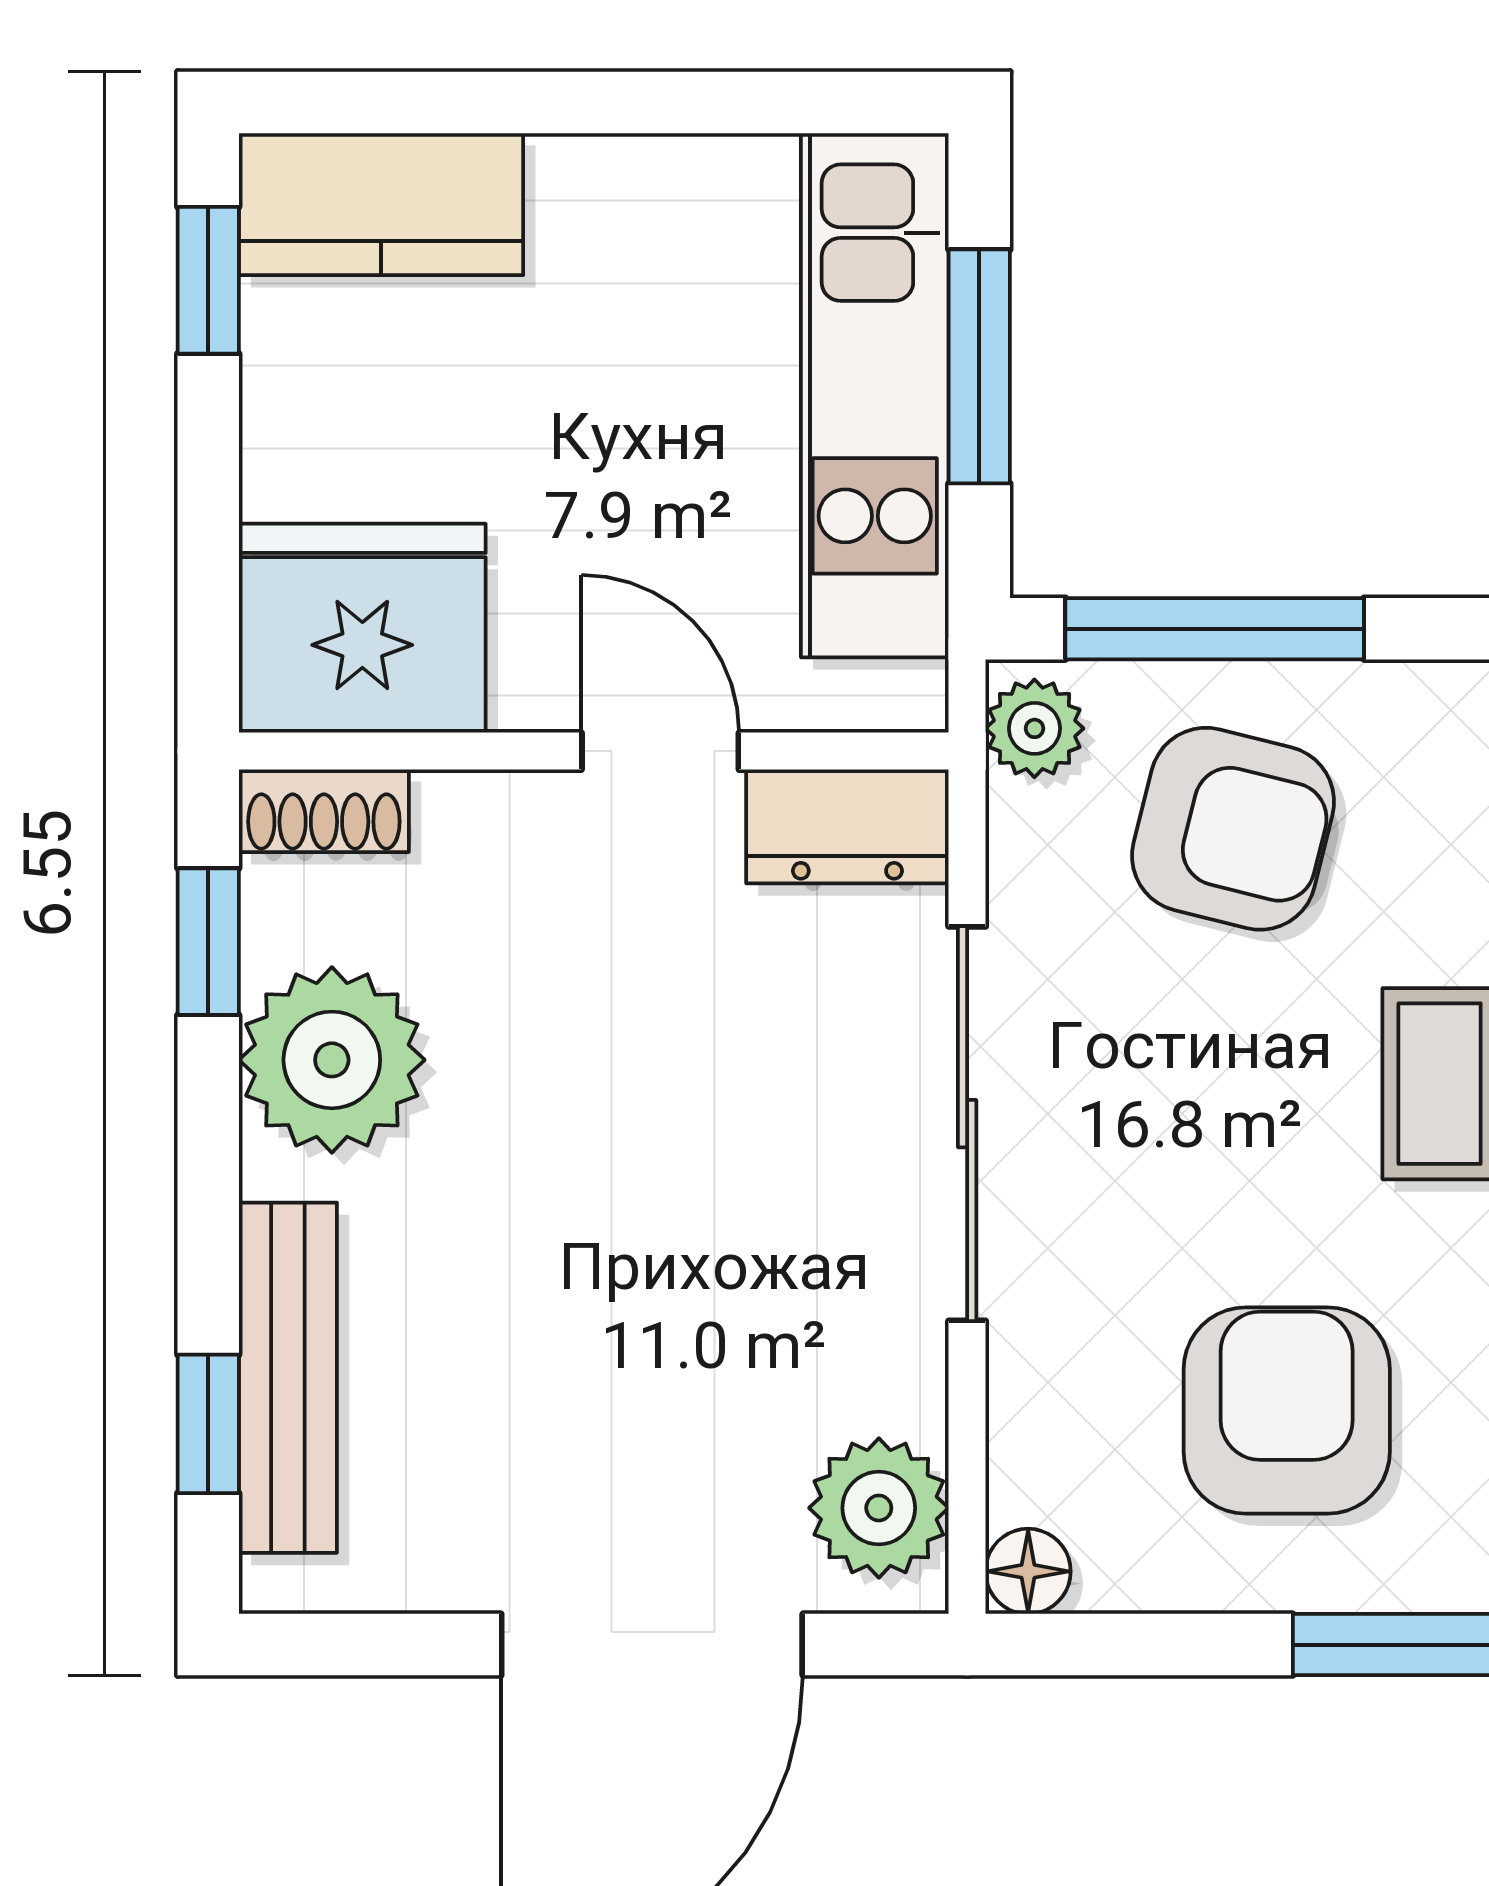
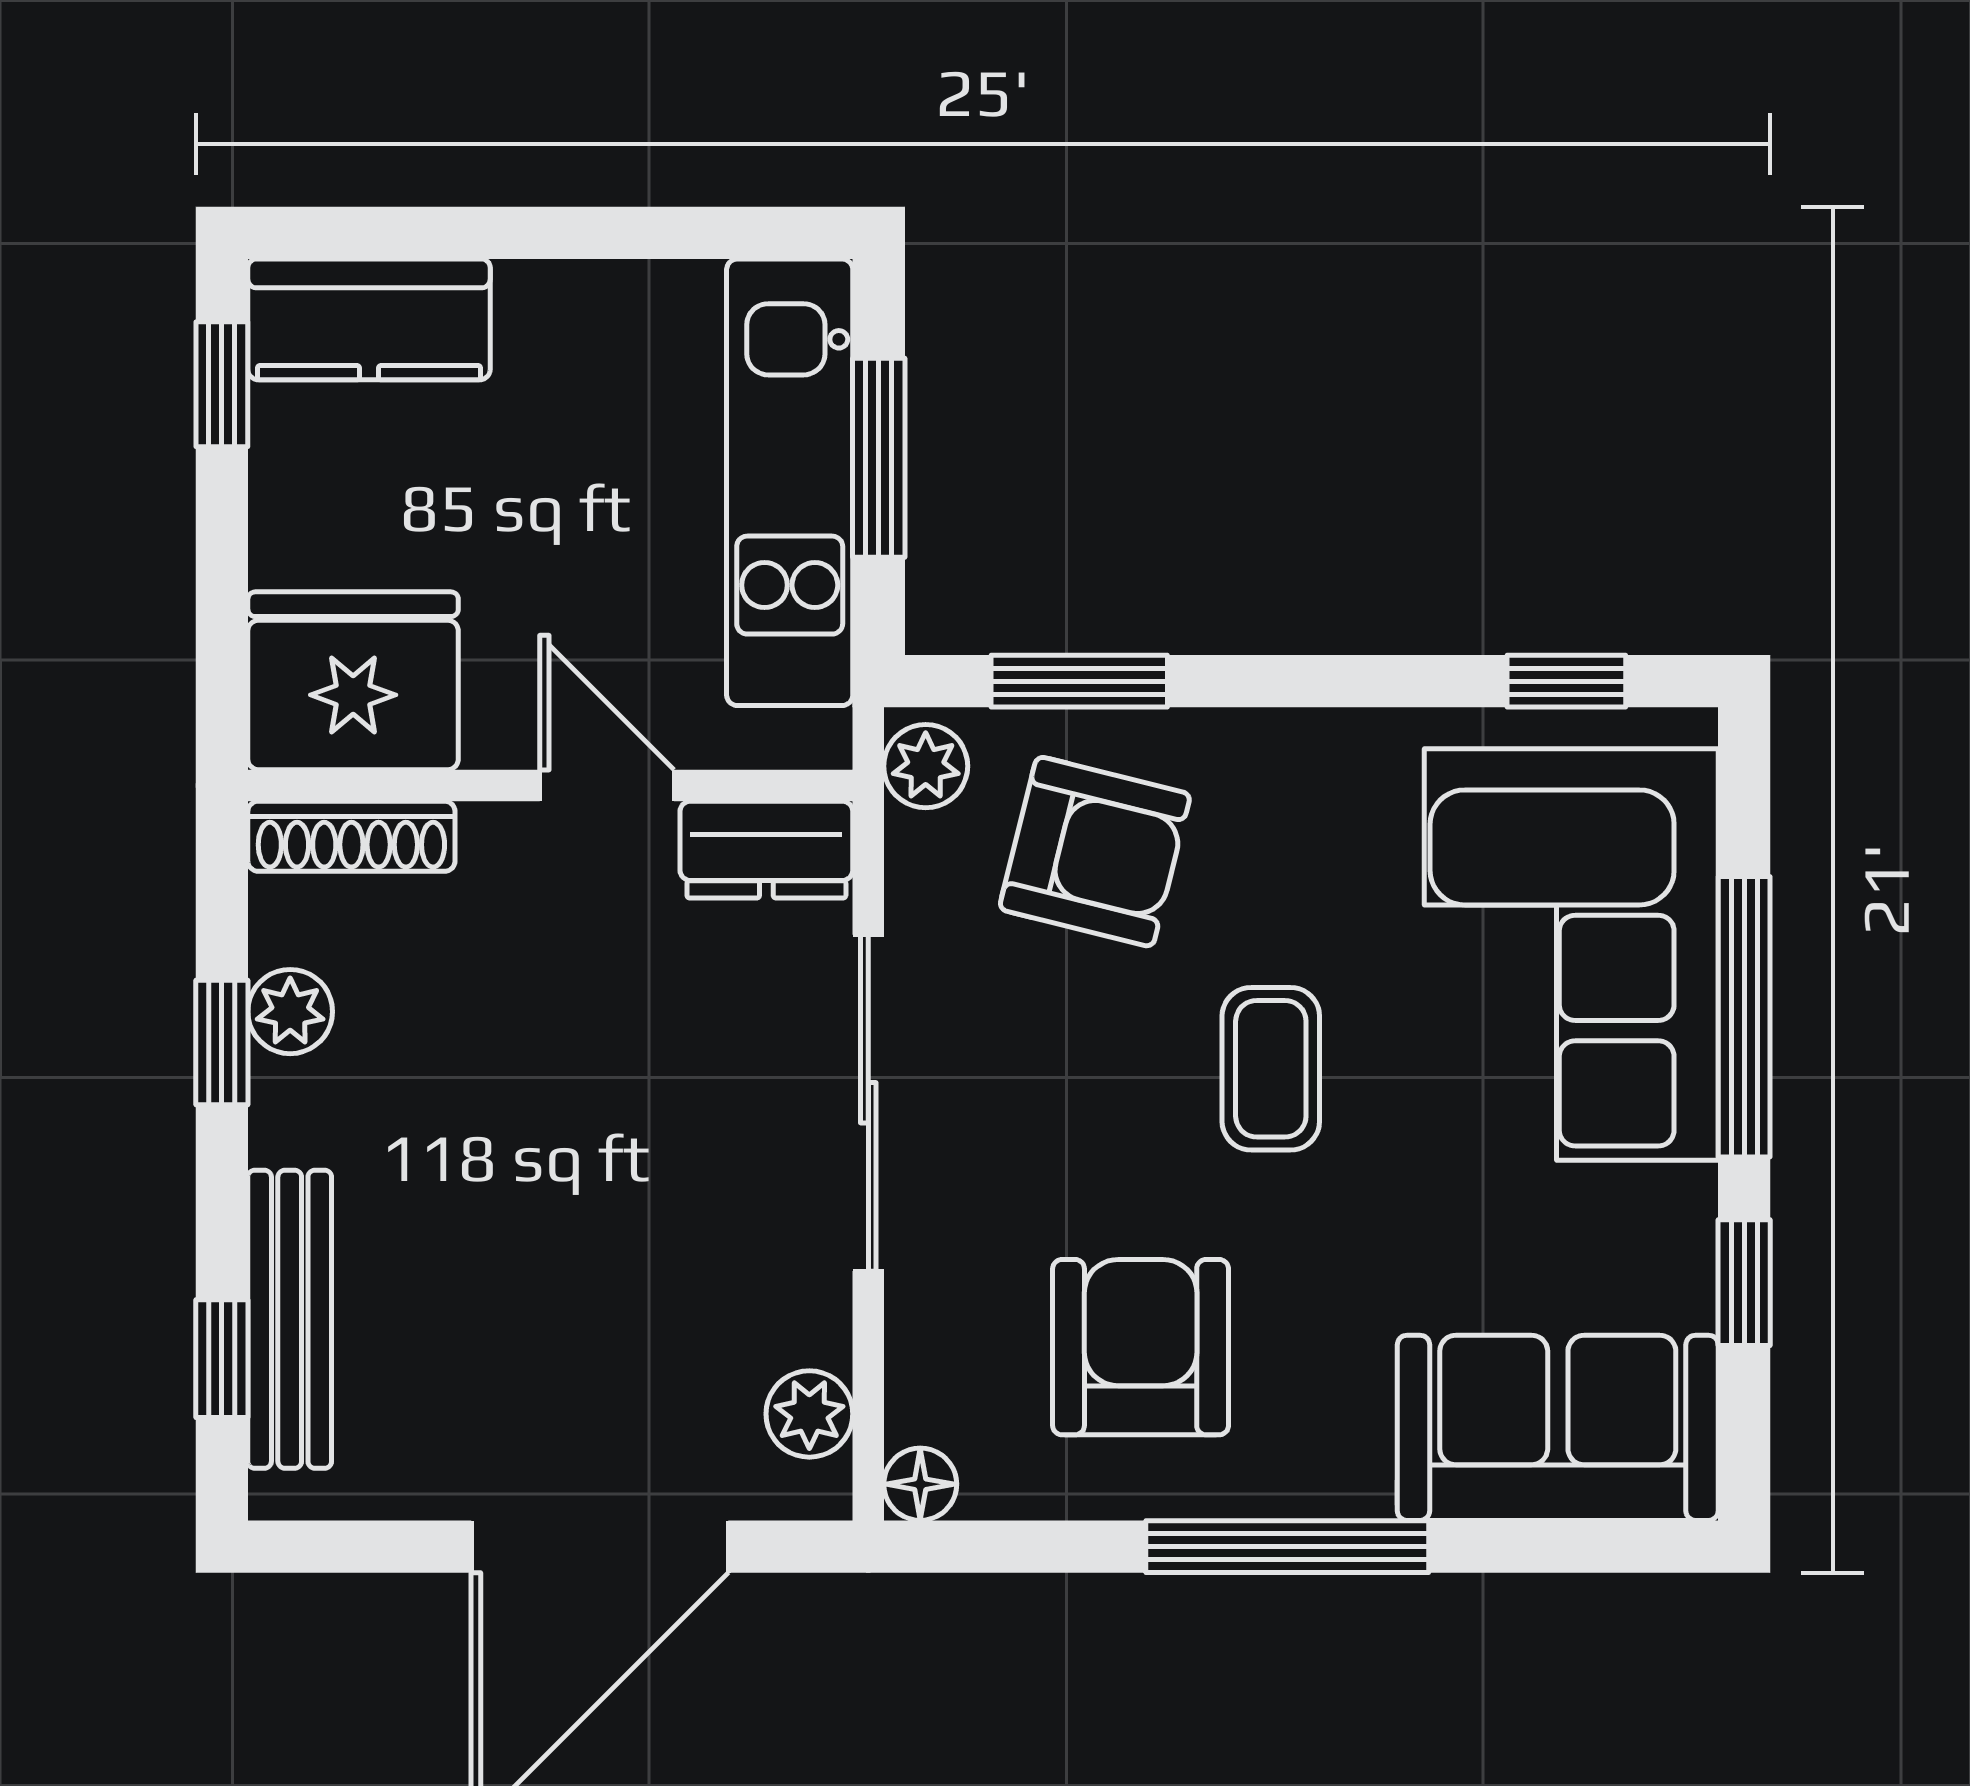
window: (1215, 629) -> (1079, 681), width x0.69
shoe rack: (324, 811) -> (351, 836), width x1.43
window: (208, 942) -> (222, 1043), moved
plant: (332, 1060) -> (290, 1012), width x0.53, depth x0.53
plant: (879, 1508) -> (809, 1414), width x0.73, depth x0.73

